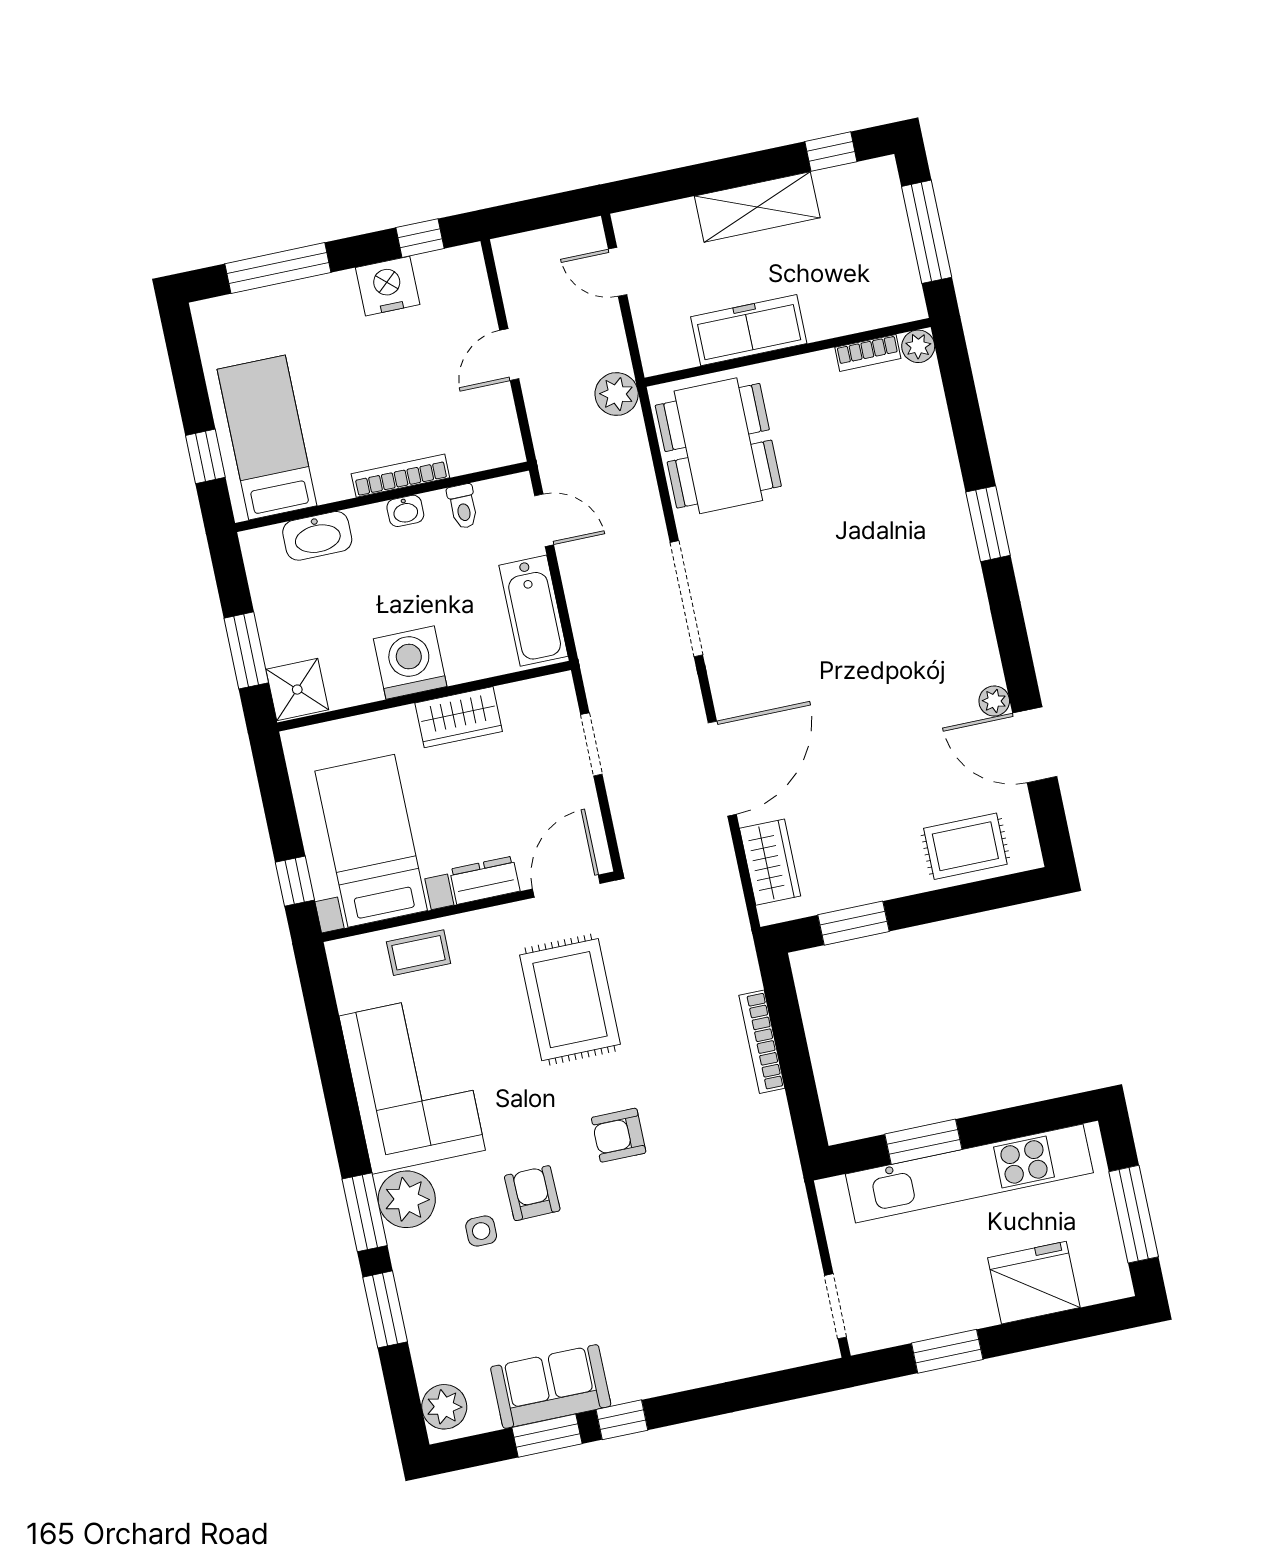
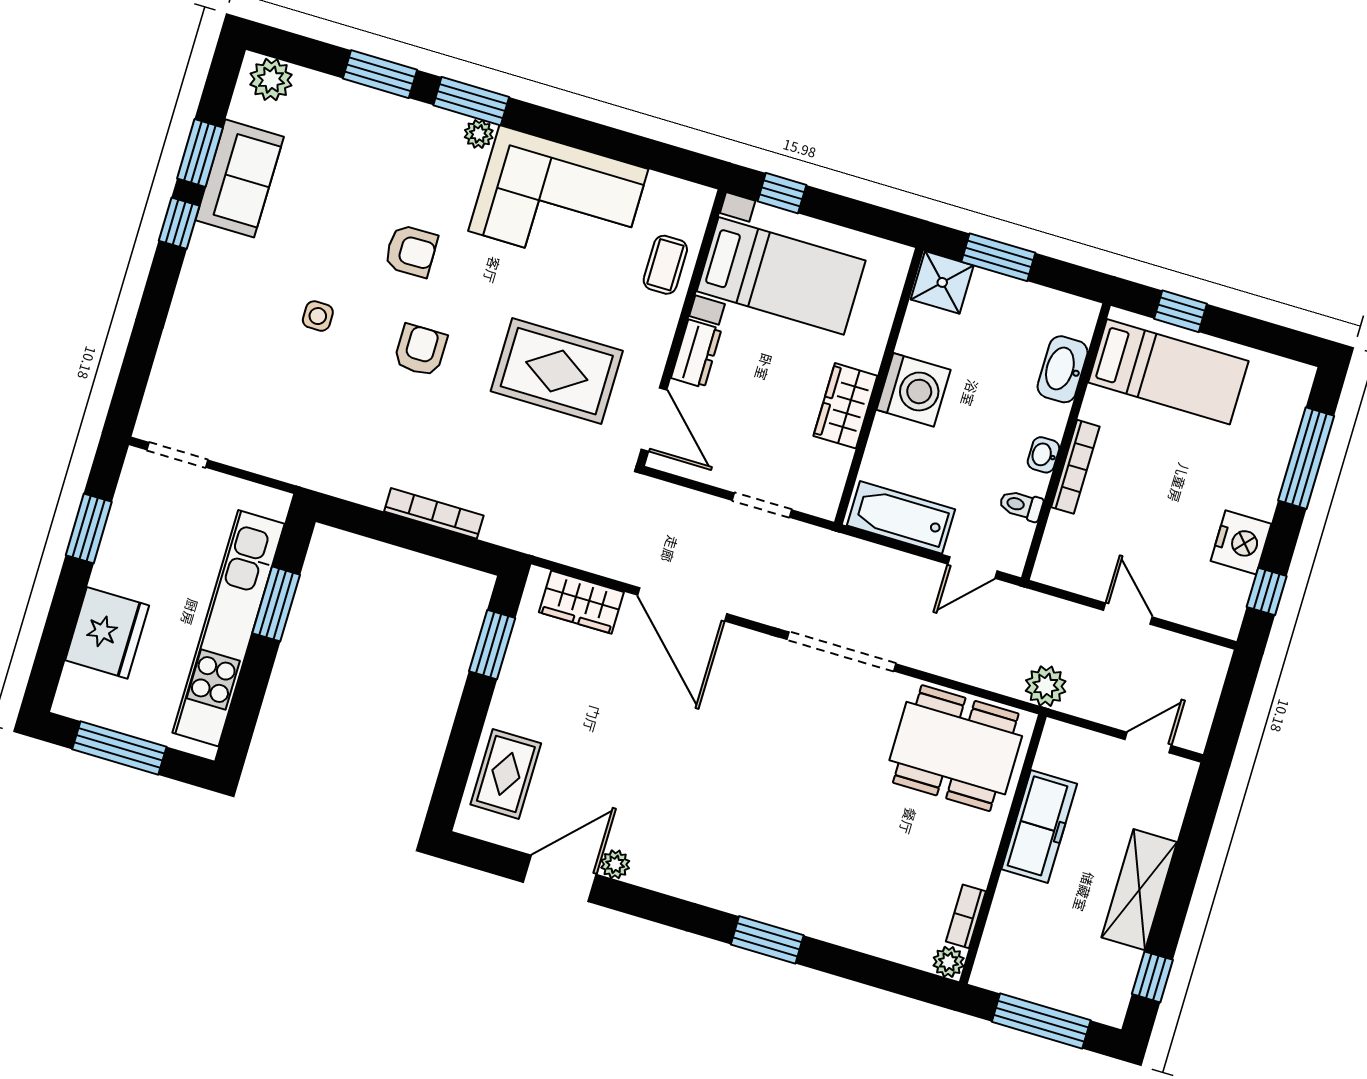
plant: (407, 1199) -> (479, 134), width x0.53, depth x0.53
side table: (481, 1231) -> (318, 316), moved

